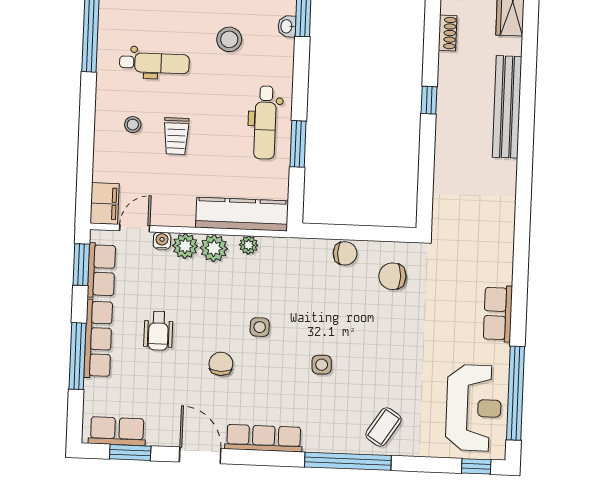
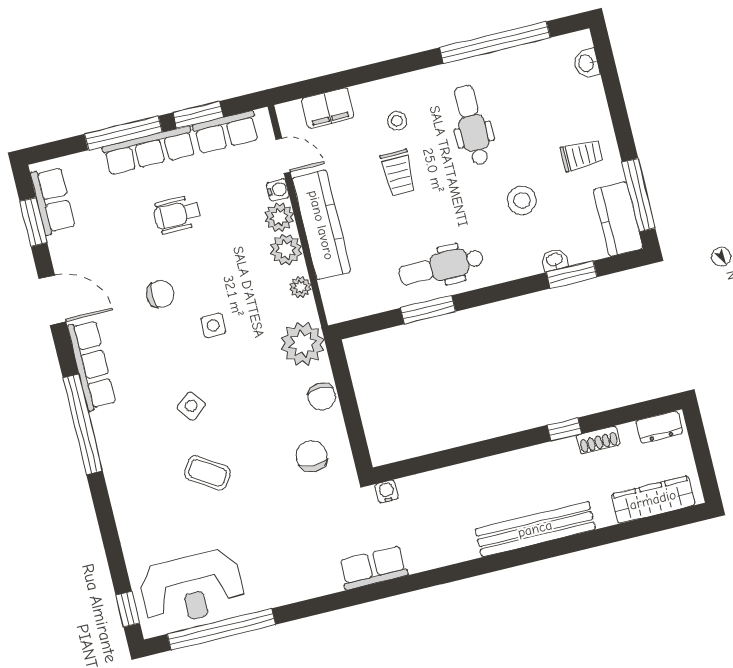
dental chair: (154, 63) -> (472, 125), turned 180
window: (429, 100) -> (564, 429), moved
trolley: (176, 136) -> (398, 172), turned -90
filing cabinet: (105, 204) -> (328, 108), moved
kitchen counter: (242, 214) -> (321, 225), moved
water cooler: (440, 222) -> (387, 492), added
plant: (296, 257) -> (303, 344), added
window: (81, 265) -> (198, 115), moved
row of seats: (498, 314) -> (373, 568), moved
side table: (322, 365) -> (191, 406), turned -36
coffee table: (383, 427) -> (207, 473), moved
door: (200, 455) -> (52, 300), hinge flipped
window: (348, 461) -> (83, 424), moved

